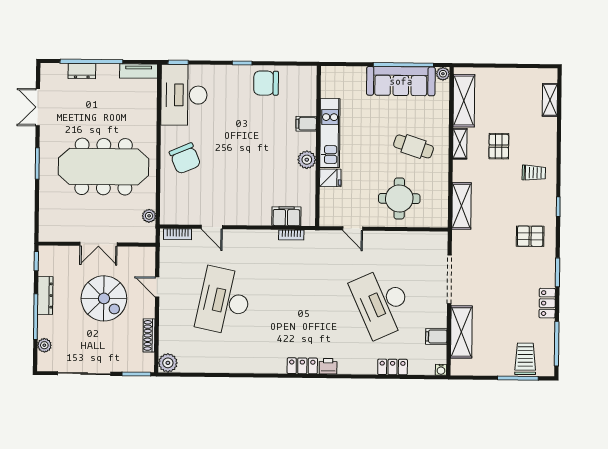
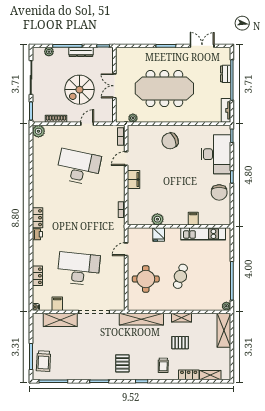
sofa: (401, 81) -> (221, 279), removed
chair: (266, 83) -> (219, 192), turned 180
desk: (184, 95) -> (216, 154), moved, turned 90
shelving: (464, 101) -> (224, 330), moved, turned 90
kitchen unit: (330, 133) -> (203, 234), moved
cafe table: (414, 146) -> (180, 276), moved
plant: (307, 160) -> (157, 219), moved
meeting table: (104, 167) -> (164, 89), turned 90
shelving: (462, 206) -> (141, 319), width x1.47
filing cabinet: (286, 216) -> (134, 180), moved
desk: (382, 303) -> (79, 269), turned 30
locker: (547, 303) -> (189, 375), moved
trolley: (525, 359) -> (43, 361), turned 93

